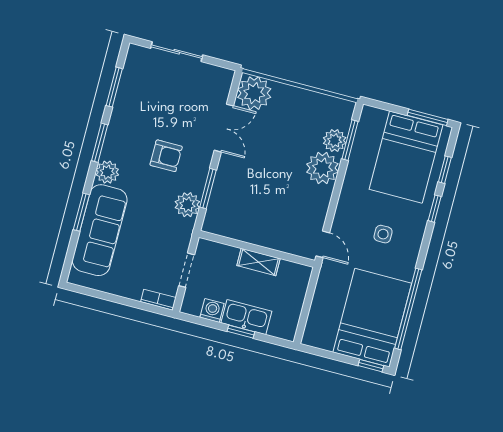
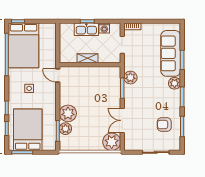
armchair: (166, 156) -> (164, 125), moved

